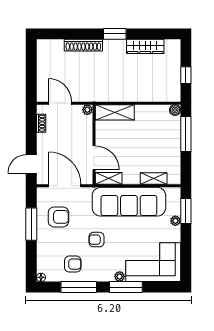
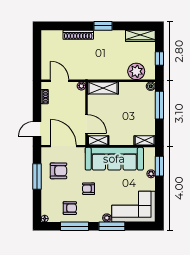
wardrobe: (145, 46) -> (140, 36), moved
plant: (157, 91) -> (136, 71), added
shelving: (154, 179) -> (145, 140), moved

